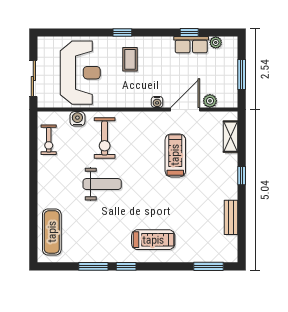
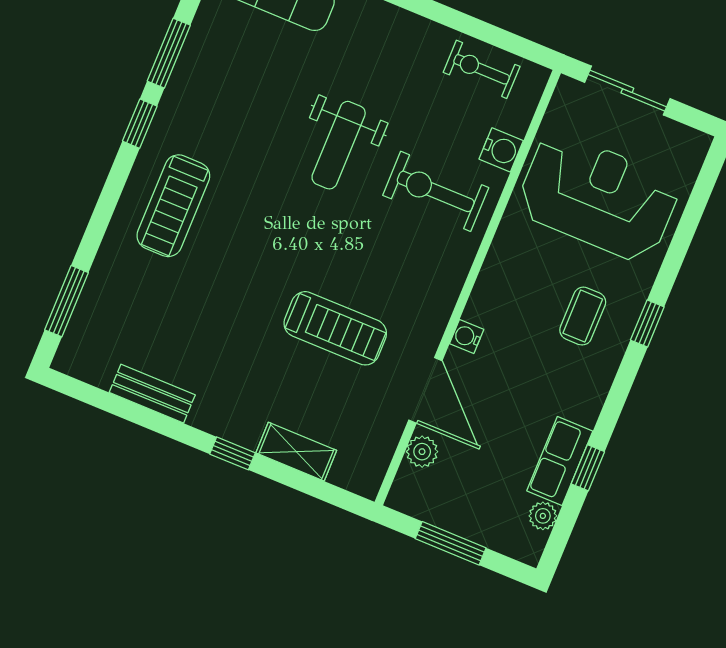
coffee table: (130, 59) -> (583, 316), turned 90
reception desk: (80, 73) -> (598, 197), turned 180
shelving: (231, 137) -> (296, 452), moved

